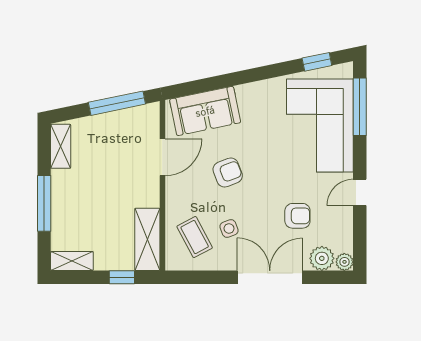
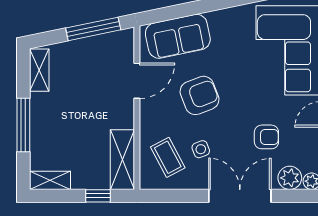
armchair: (228, 173) -> (200, 95), width x1.38, depth x1.38

